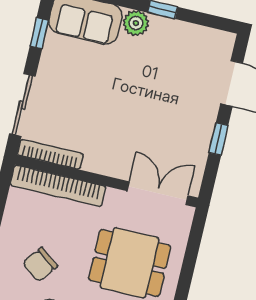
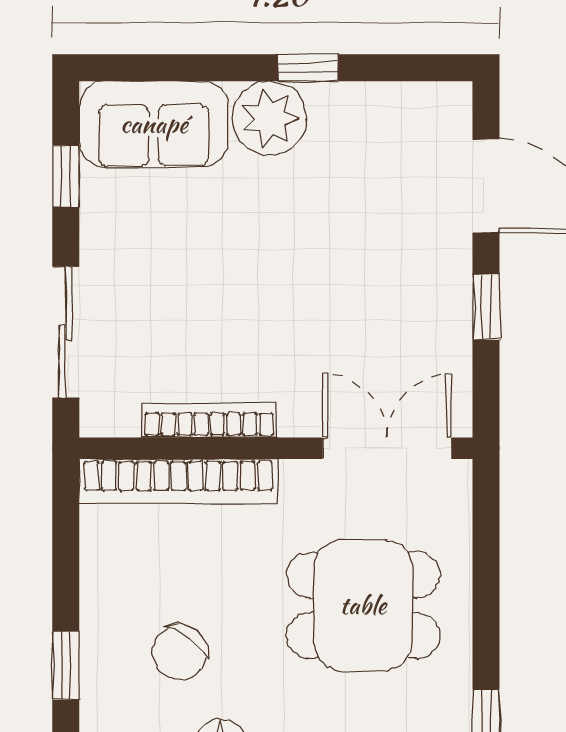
plant: (136, 23) -> (269, 118), width x1.36, depth x1.36
bookcase: (50, 154) -> (209, 420), moved

